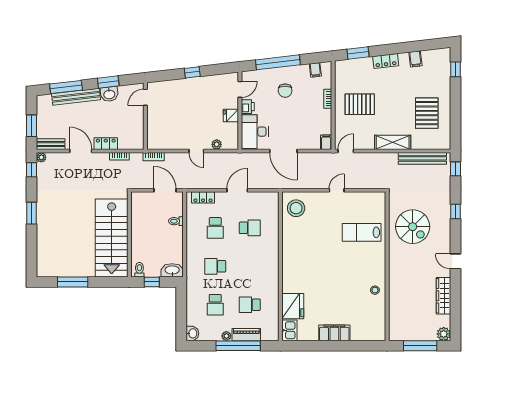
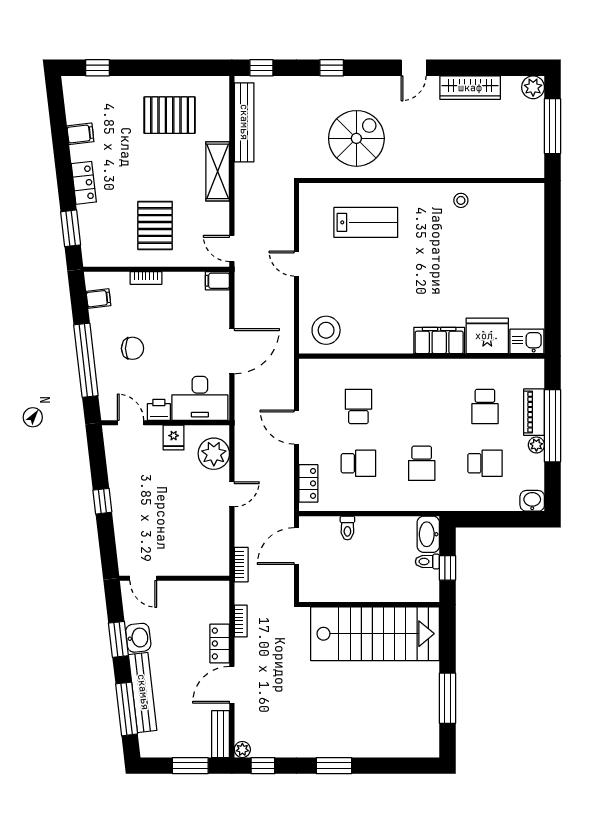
plant: (217, 144) -> (214, 454), width x1.88, depth x1.88
lab bench: (362, 232) -> (366, 222), turned -90
toilet: (139, 270) -> (427, 562), moved
filing cabinet: (334, 333) -> (439, 341), moved, turned 90

